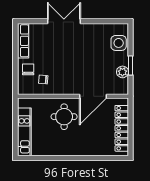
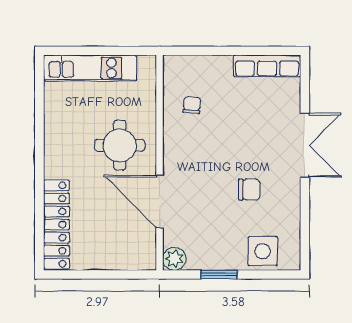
chair: (28, 69) -> (249, 189), moved
plant: (122, 72) -> (174, 259), moved
locker: (122, 128) -> (56, 225), moved, turned 90

